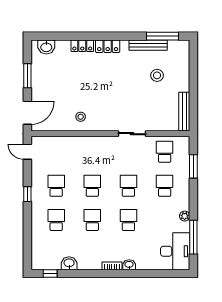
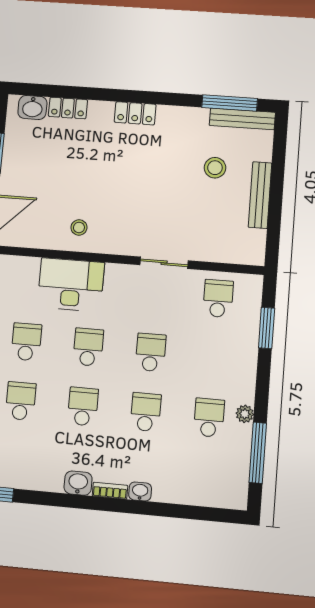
bench: (148, 45) -> (242, 119), moved
locker: (82, 46) -> (68, 108), moved
bench: (184, 112) -> (260, 195), moved
school desk: (165, 186) -> (209, 418), moved
desk: (175, 251) -> (71, 285), moved, turned -90
washbasin: (69, 263) -> (78, 483), moved

